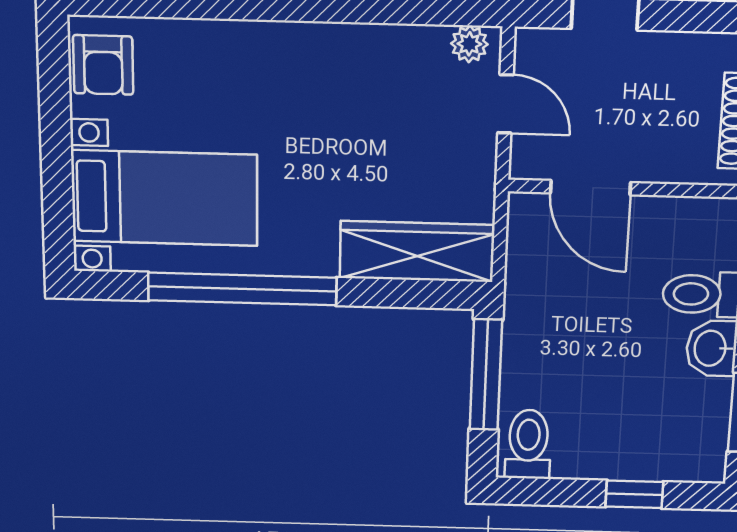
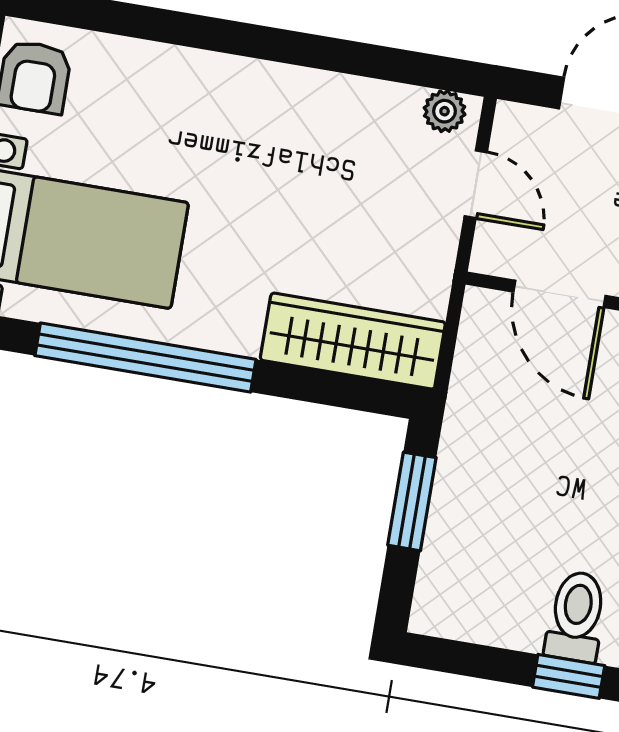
window: (486, 375) -> (412, 501), width x0.69
toilet: (528, 444) -> (576, 616), moved

